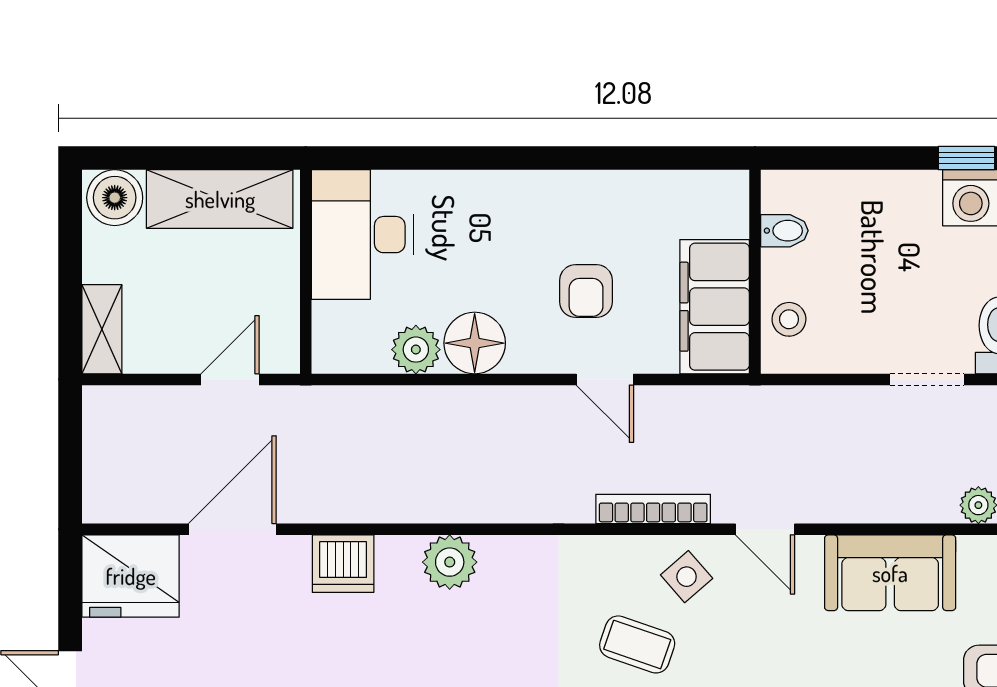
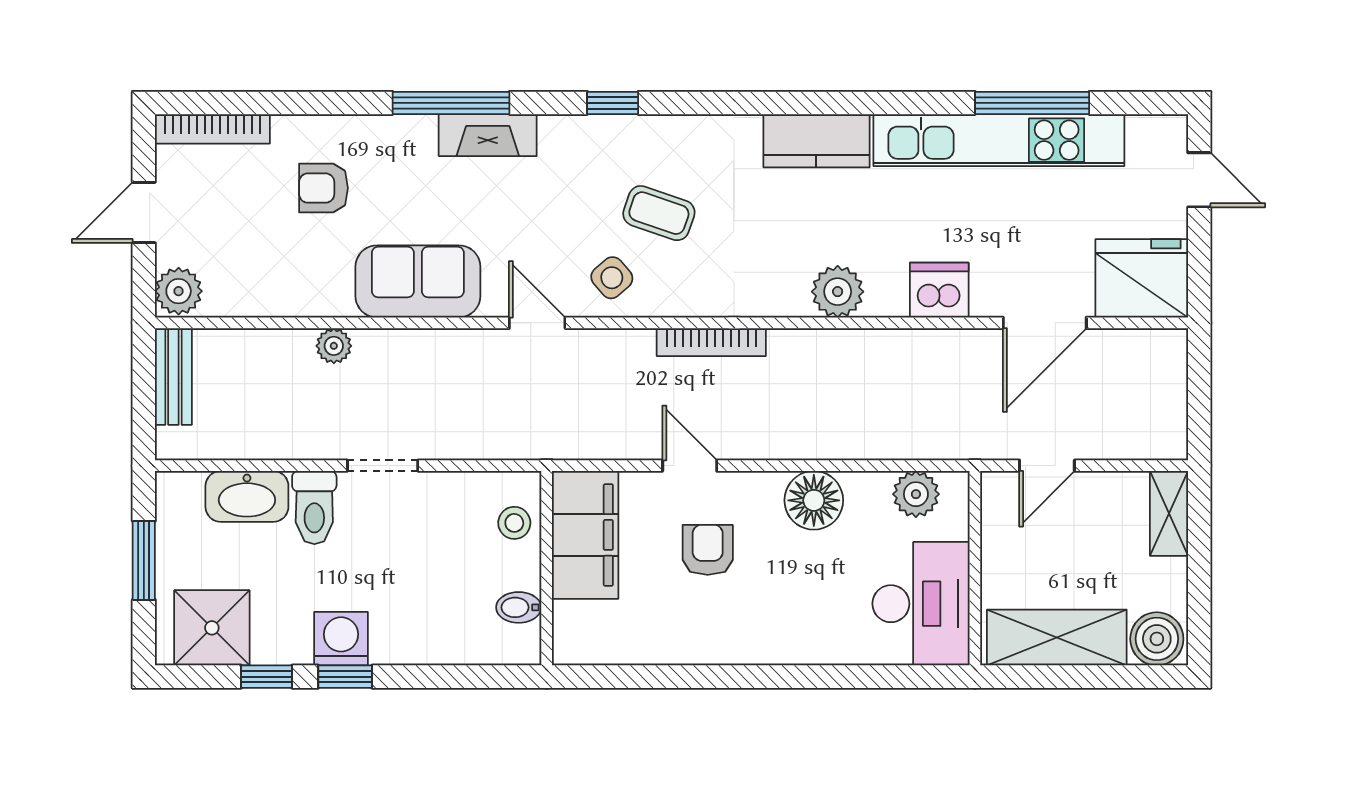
plant: (416, 350) -> (916, 494), moved
bookcase: (653, 509) -> (711, 342), moved

